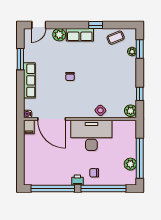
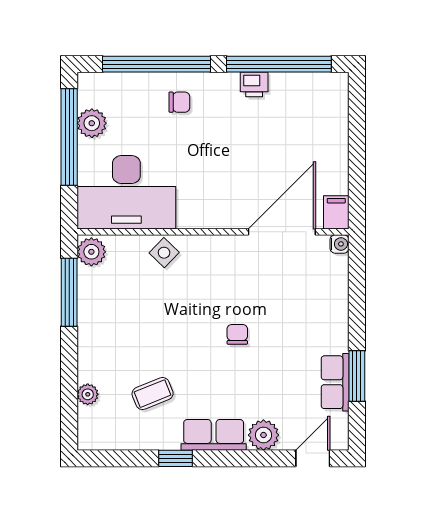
coffee table: (116, 38) -> (153, 394), moved
window: (140, 49) -> (69, 400), removed
row of seats: (29, 80) -> (335, 382), moved, width x0.68
window: (140, 94) -> (69, 292), width x2.17
door: (52, 119) -> (282, 232), hinge flipped
desk: (91, 135) -> (126, 192), moved
printer: (77, 180) -> (254, 84), moved

